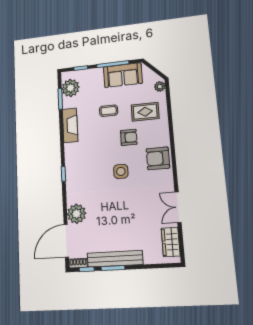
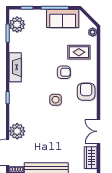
coffee table: (109, 111) -> (49, 48), removed
fireplace: (70, 125) -> (15, 67), moved
armchair: (158, 158) -> (86, 92), turned 90

